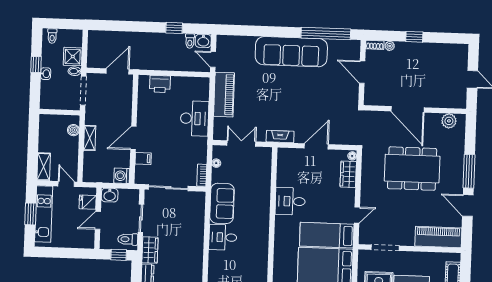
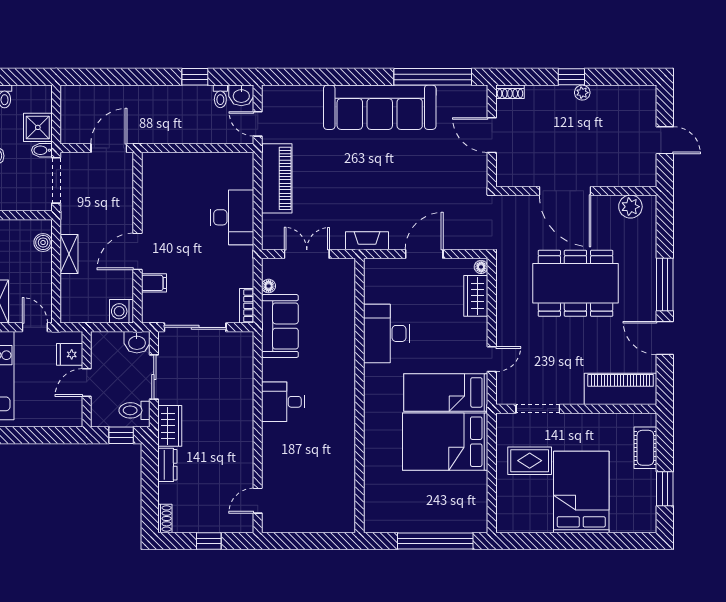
plant: (390, 46) -> (582, 93), moved
printer: (160, 84) -> (176, 165), removed
washbasin: (110, 195) -> (137, 342), moved
desk: (290, 201) -> (387, 333), width x1.37
sofa: (222, 203) -> (280, 326), moved

